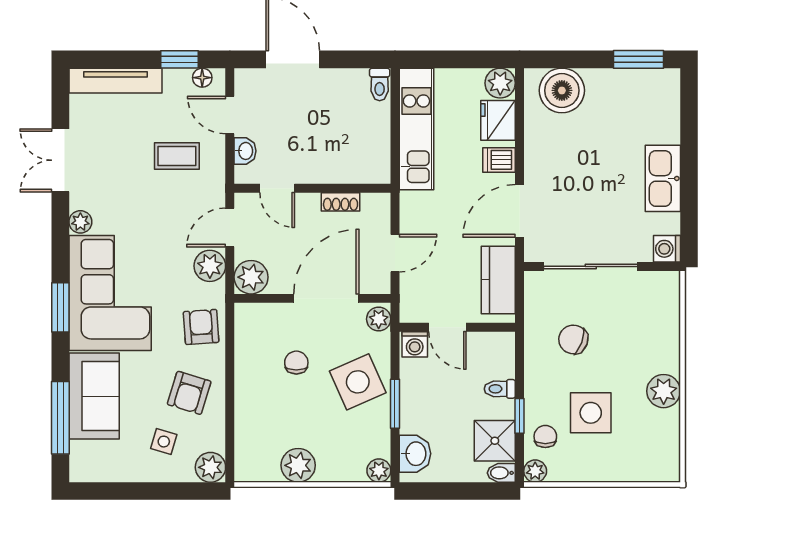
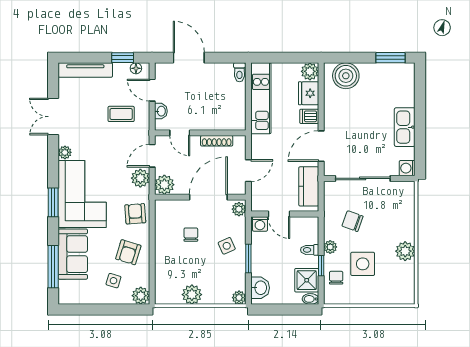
shoe rack: (341, 202) -> (217, 141), width x1.43
side table: (358, 382) -> (227, 246), width x0.54, depth x0.54
plant: (535, 471) -> (330, 247), moved

